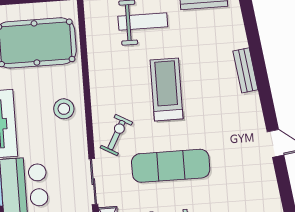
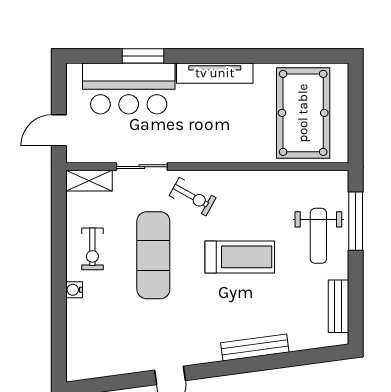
bench: (245, 70) -> (255, 348), width x1.36
stool: (64, 109) -> (226, 139), removed

